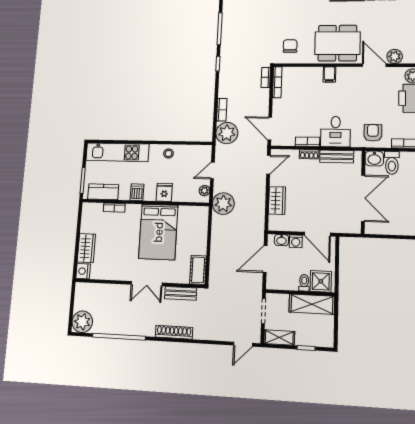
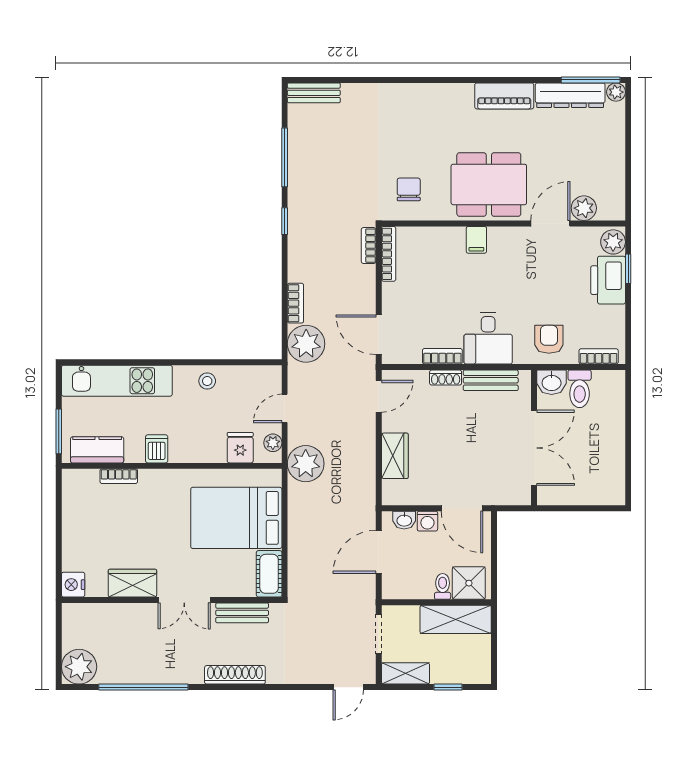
door: (374, 65) -> (550, 223), hinge flipped
fridge: (164, 192) -> (240, 448), moved
bed: (158, 232) -> (236, 518), moved, turned 90
wardrobe: (86, 248) -> (132, 583), moved, turned -90

